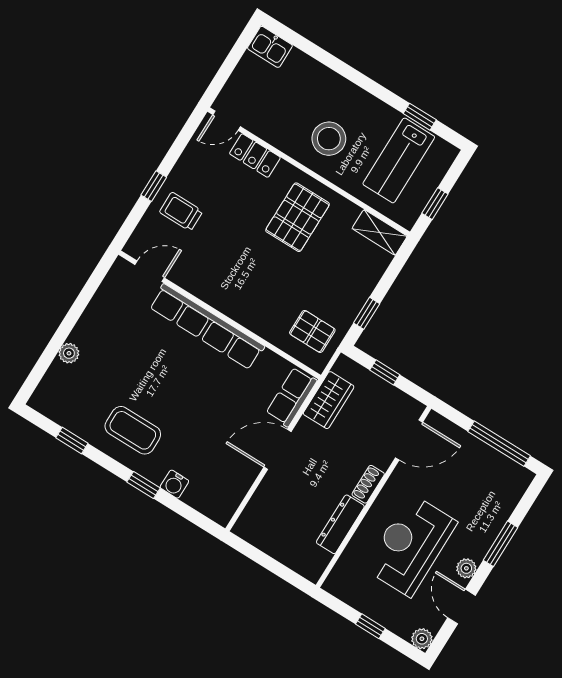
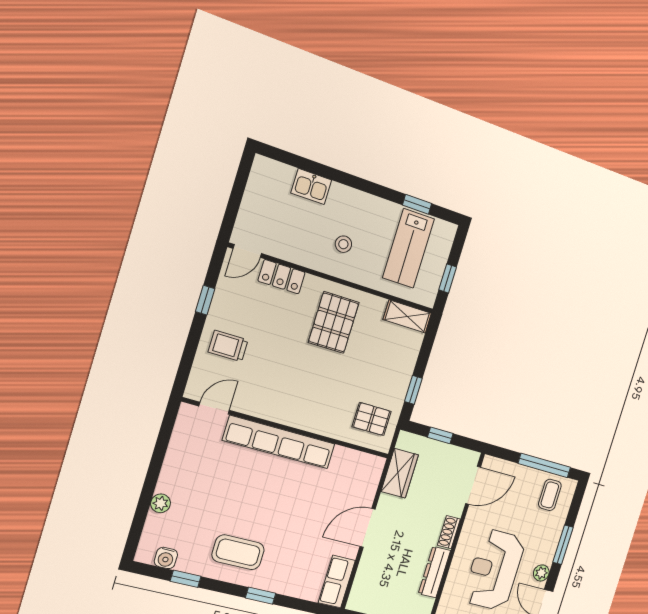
kitchen sink: (270, 47) -> (311, 187), moved
stool: (329, 139) -> (343, 244), width x0.53, depth x0.53
window: (154, 186) -> (205, 300), moved
row of seats: (291, 397) -> (337, 582), moved
coffee table: (498, 480) -> (550, 495), added
water cooler: (174, 484) -> (166, 558), moved

